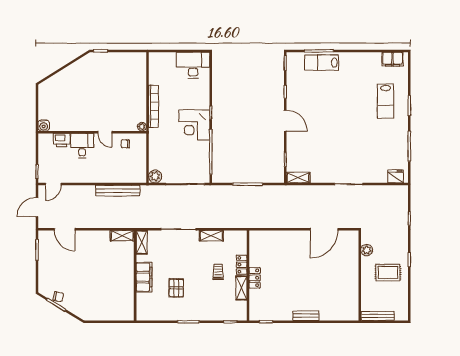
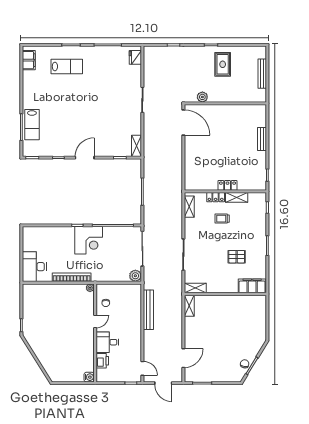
desk: (193, 65) -> (34, 267), moved
shelving: (211, 236) -> (189, 207), moved
plant: (367, 250) -> (202, 97), moved
wall: (360, 275) -> (225, 103), moved
filing cabinet: (144, 277) -> (252, 286), moved

